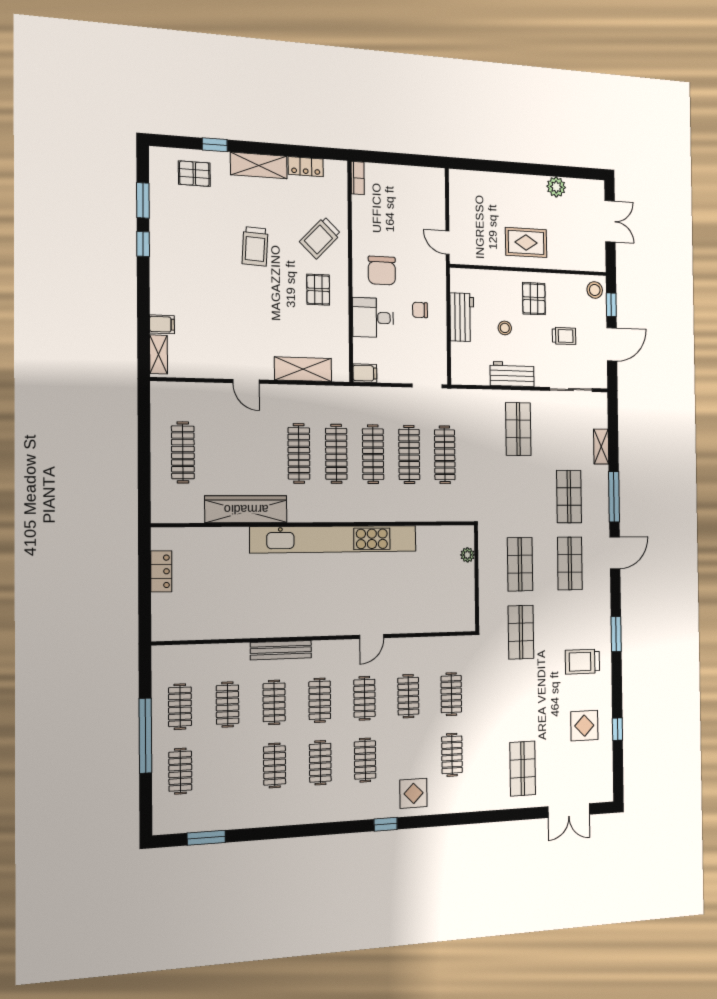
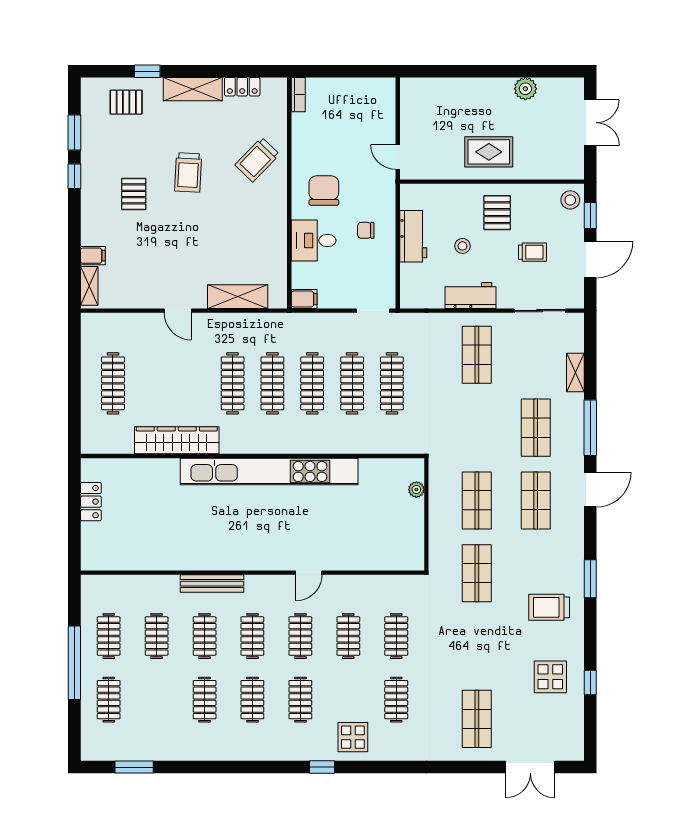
chair: (382, 271) -> (324, 190), turned 180
pallet: (318, 290) -> (134, 194), moved

